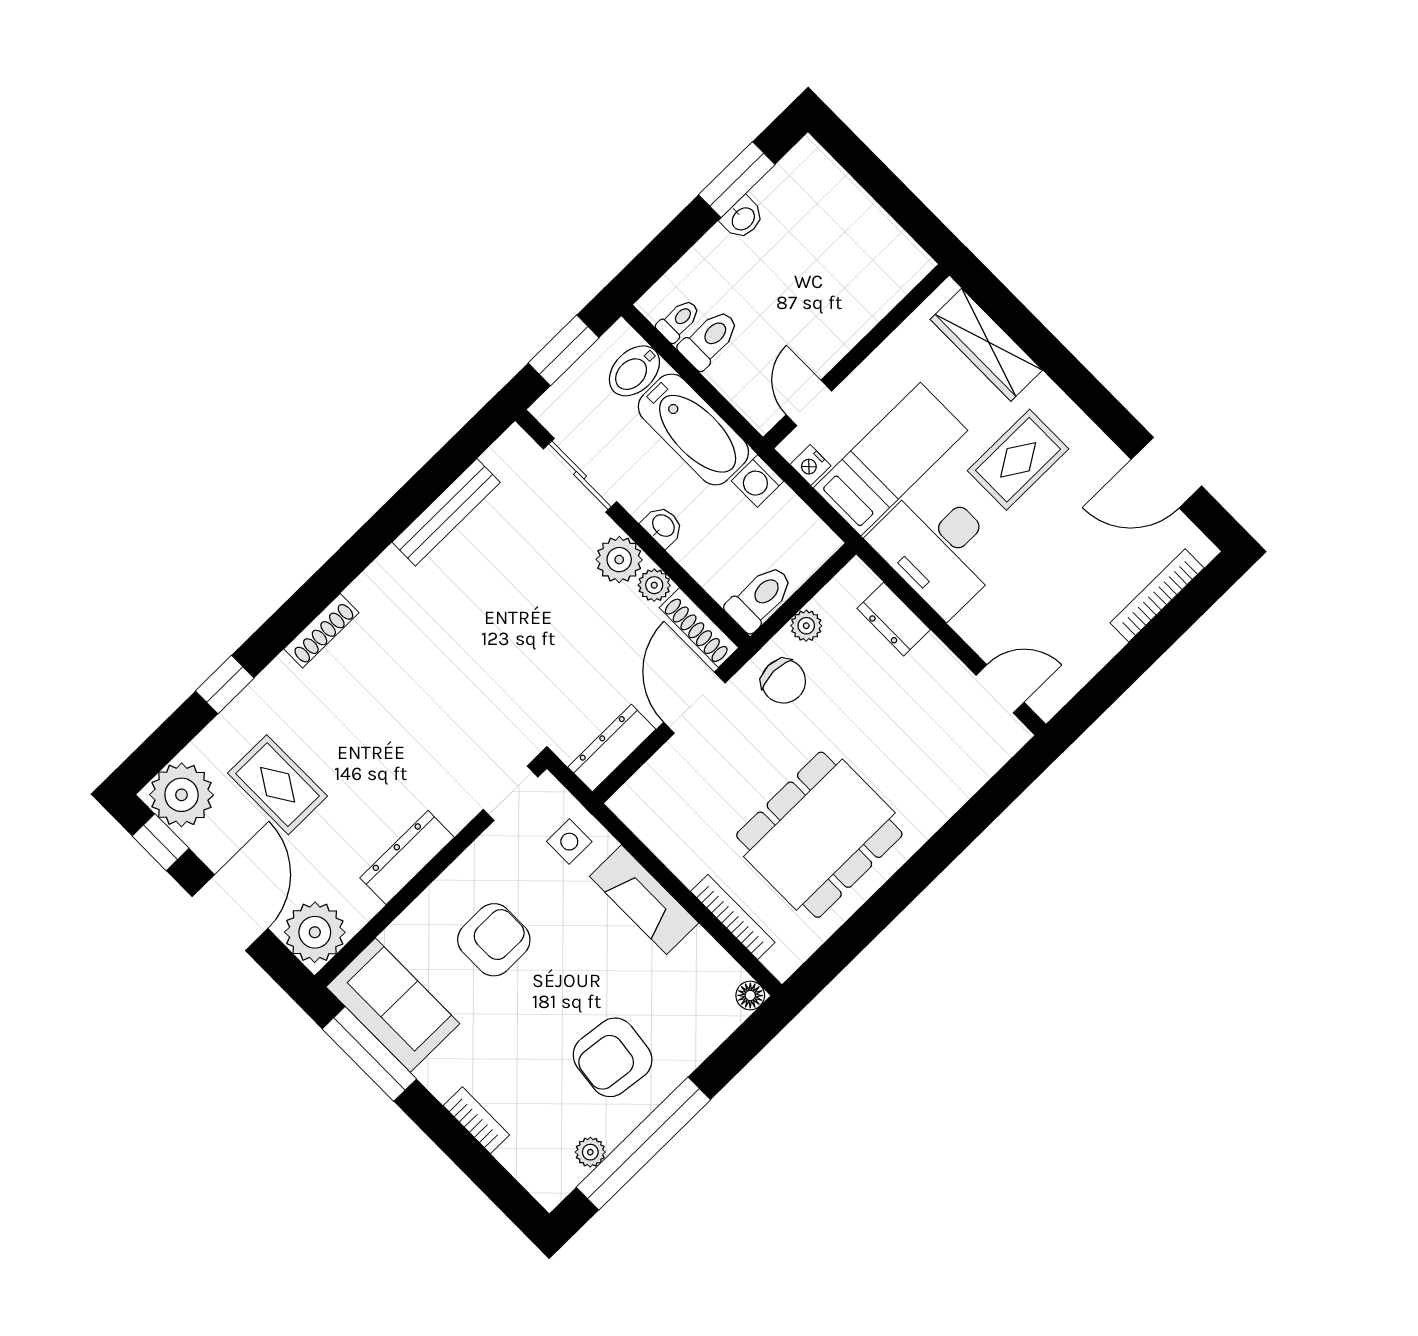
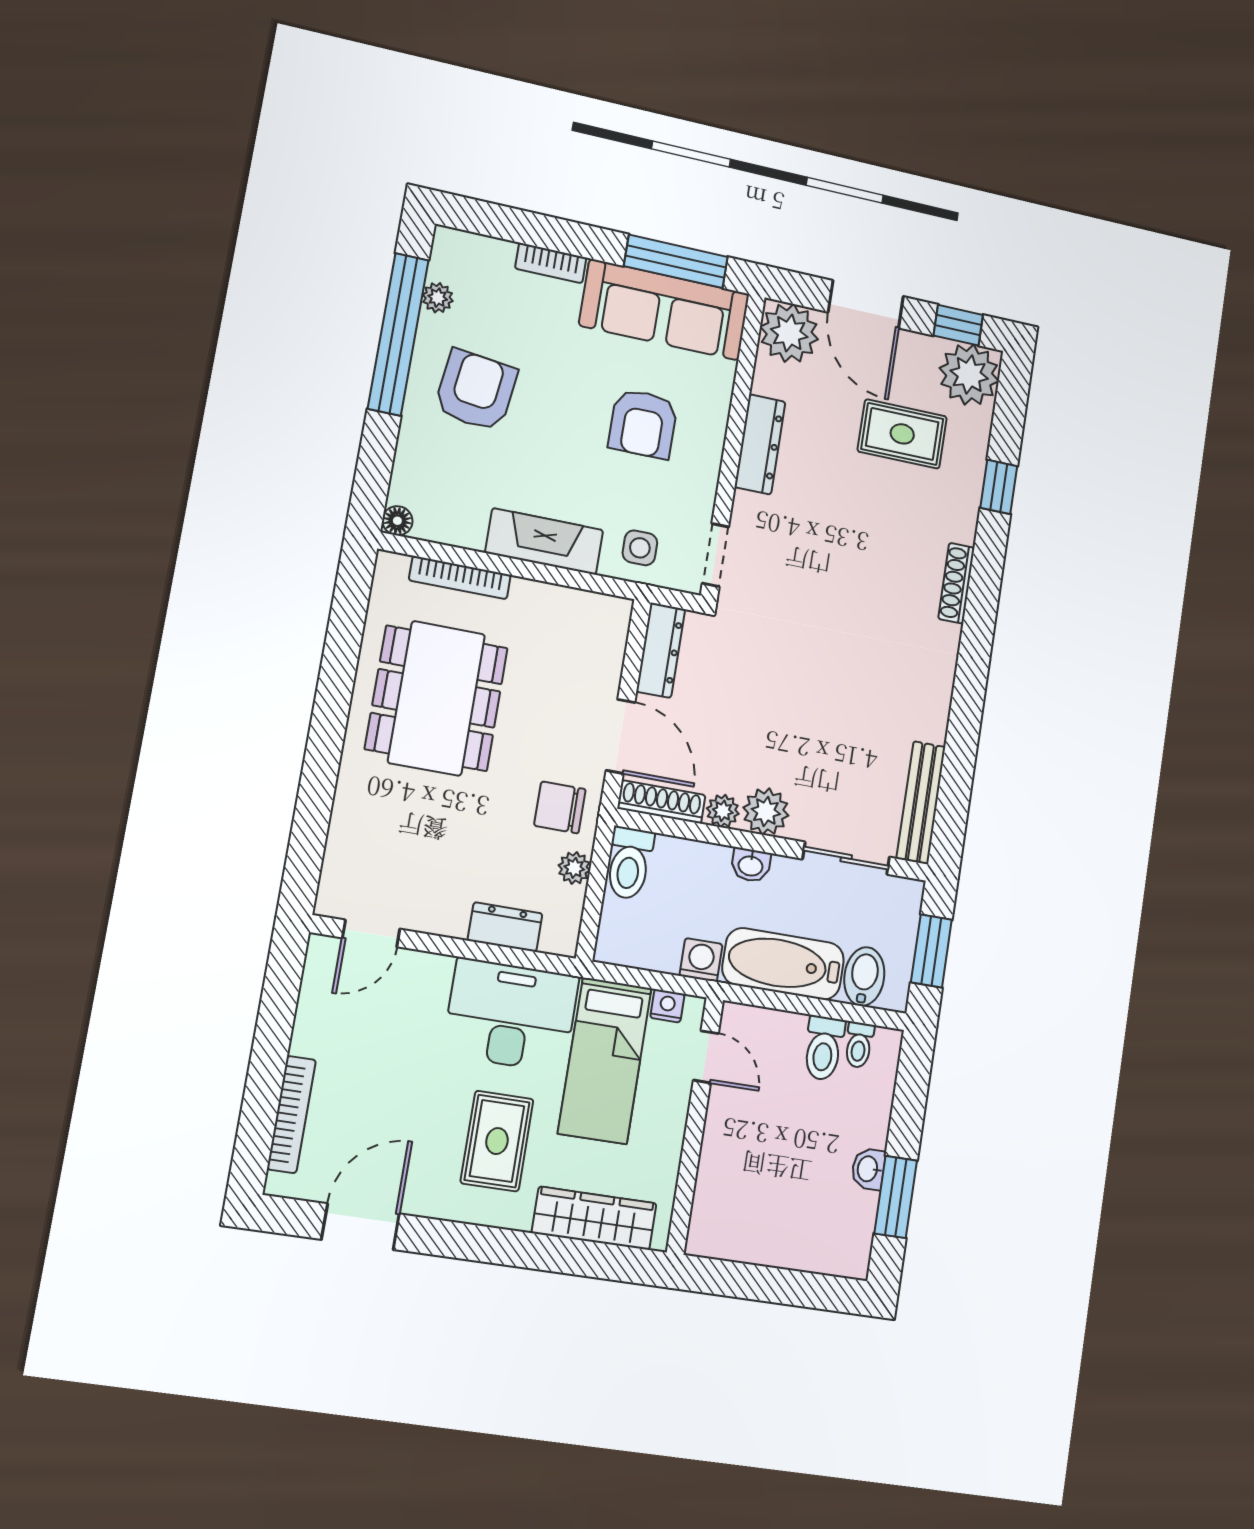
bench: (446, 512) -> (921, 803), moved
sofa: (393, 1005) -> (664, 310), width x1.36

